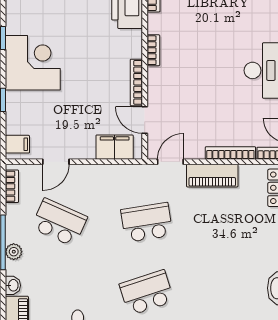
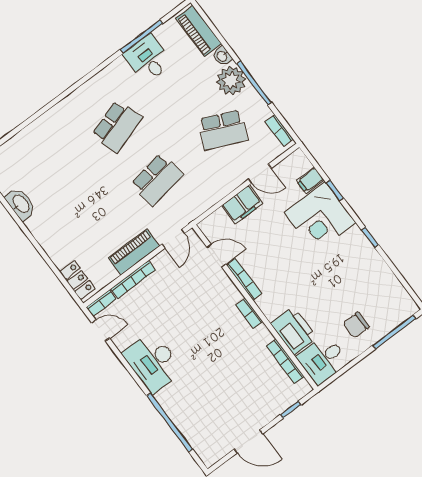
corner desk: (33, 63) -> (320, 218), moved
filing cabinet: (17, 144) -> (310, 180), moved
filing cabinet: (115, 147) -> (242, 204), moved
door: (56, 162) -> (260, 174), swing flipped
plant: (14, 252) -> (231, 81), width x1.88, depth x1.88

